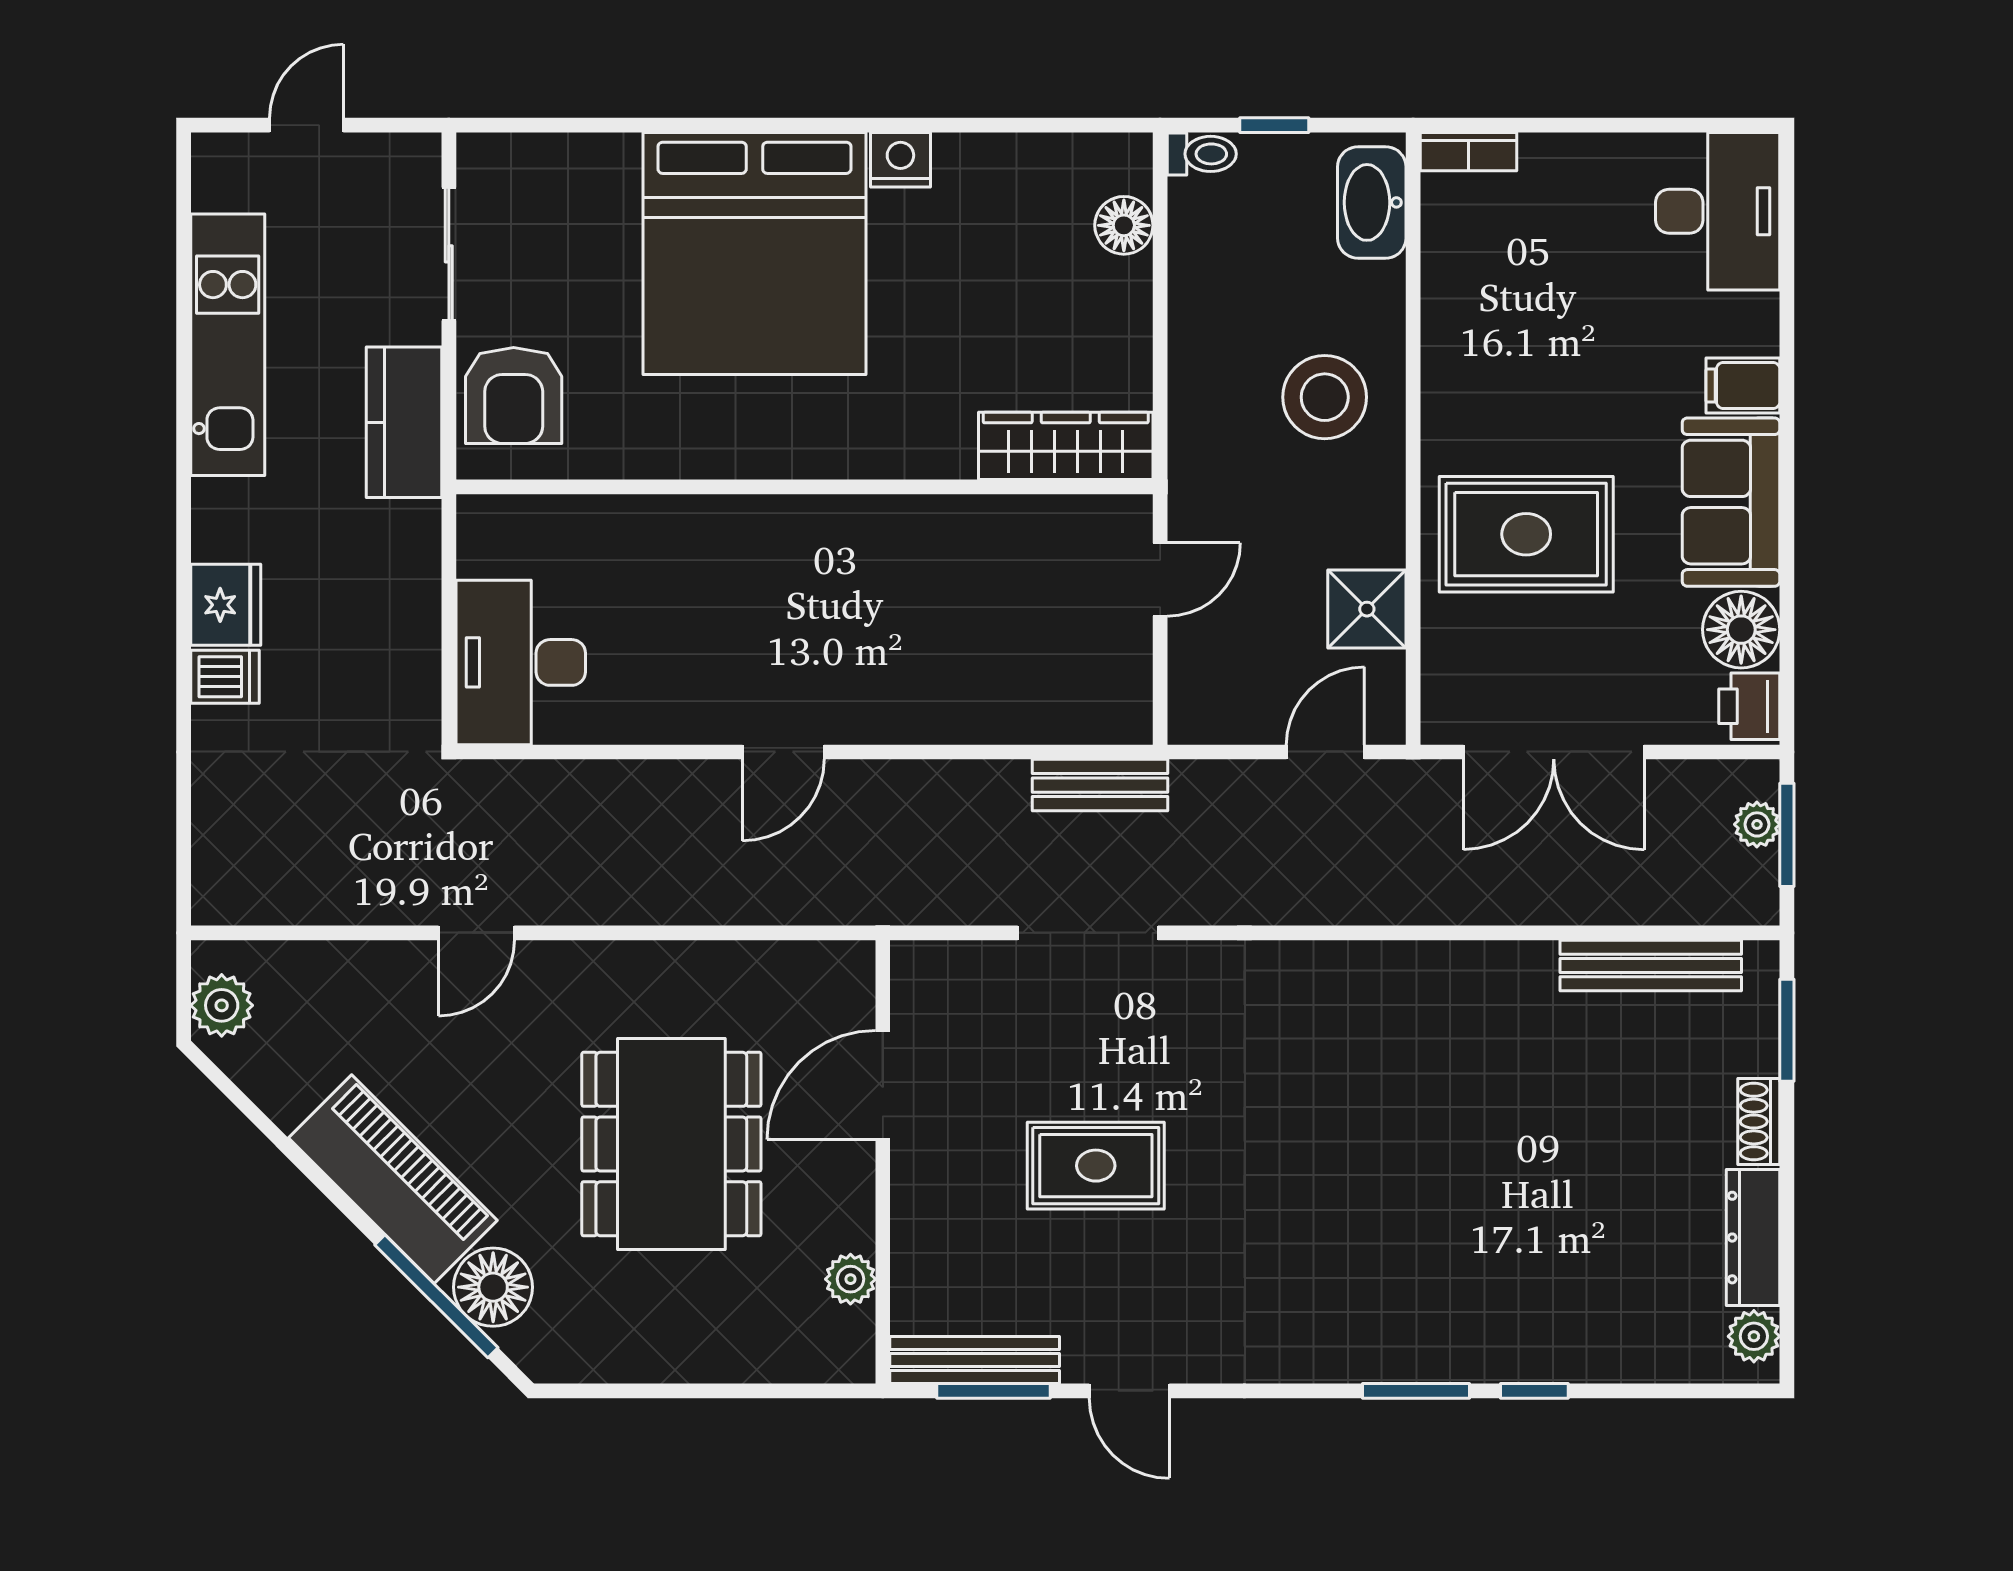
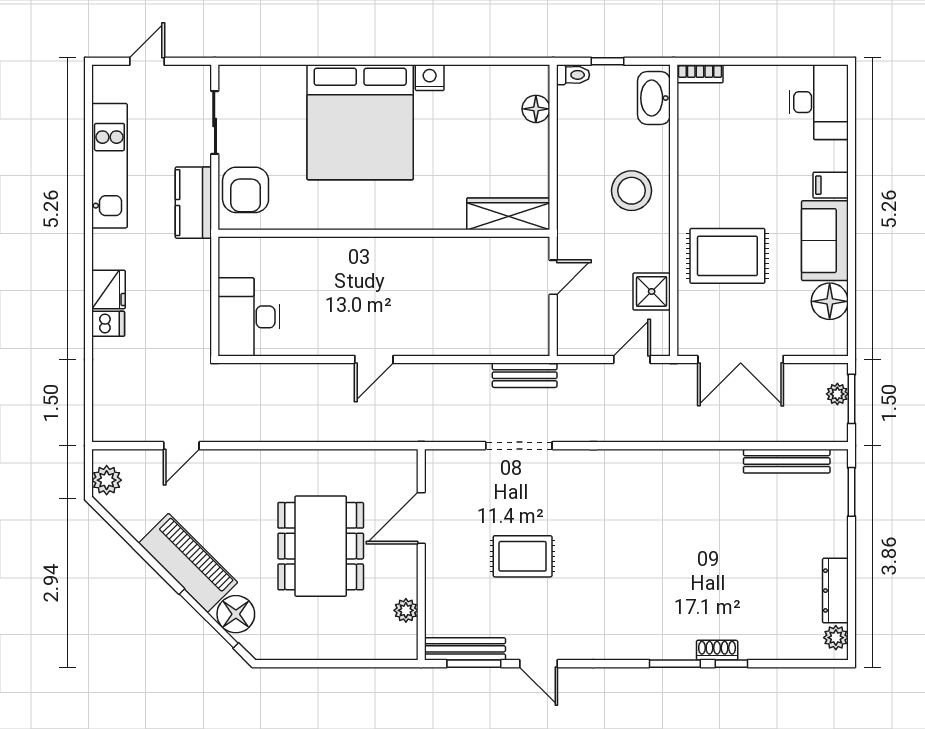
printer: (1749, 706) -> (834, 338), removed
door: (476, 933) -> (181, 446), moved
shoe rack: (1759, 1122) -> (717, 650), moved, turned 90

